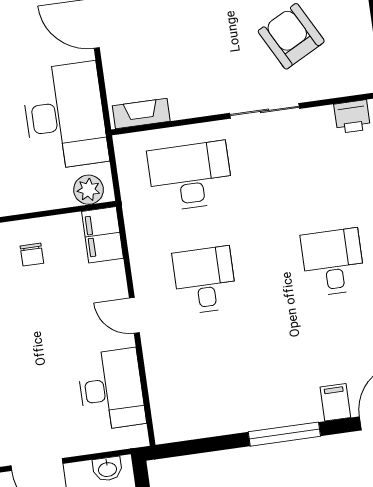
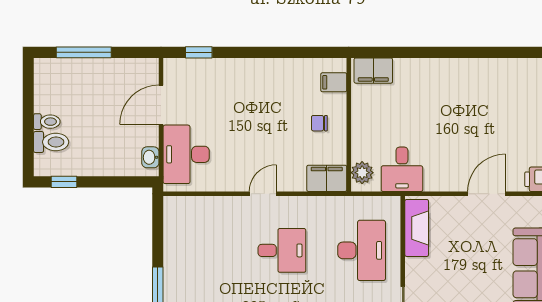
fireplace: (141, 113) -> (417, 228), width x1.37, depth x1.32
desk: (65, 116) -> (402, 169), width x0.53, depth x0.77
desk: (111, 389) -> (186, 154), moved, turned 90

